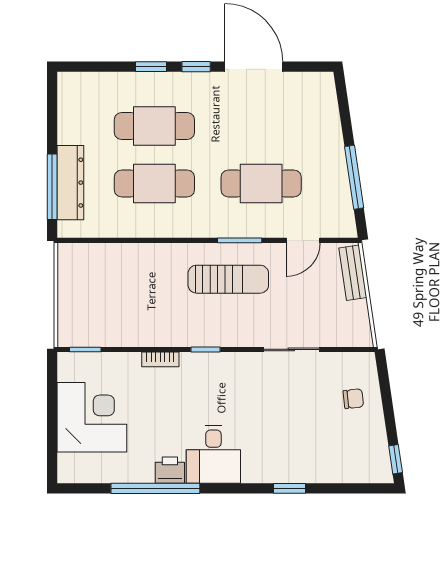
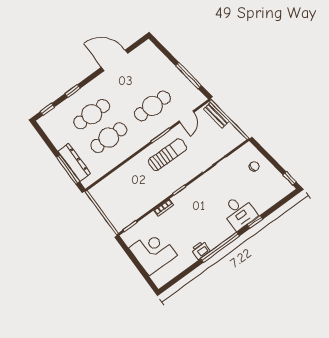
window: (196, 67) -> (47, 109), moved
desk: (213, 454) -> (239, 212), moved
window: (155, 488) -> (220, 247), moved

